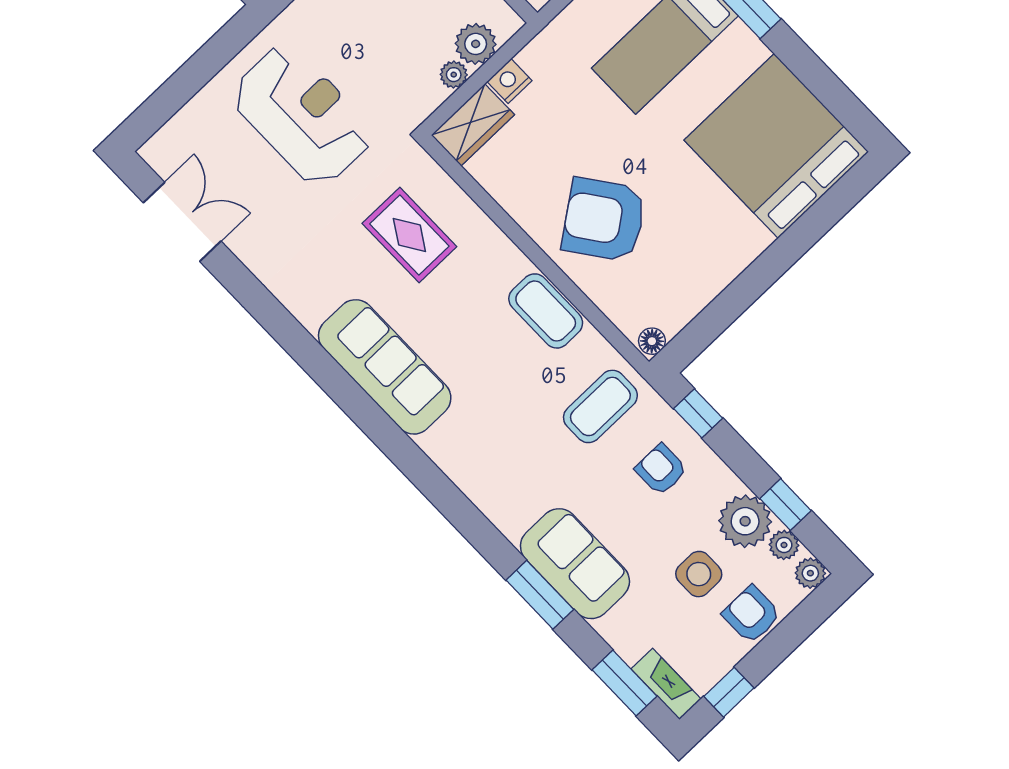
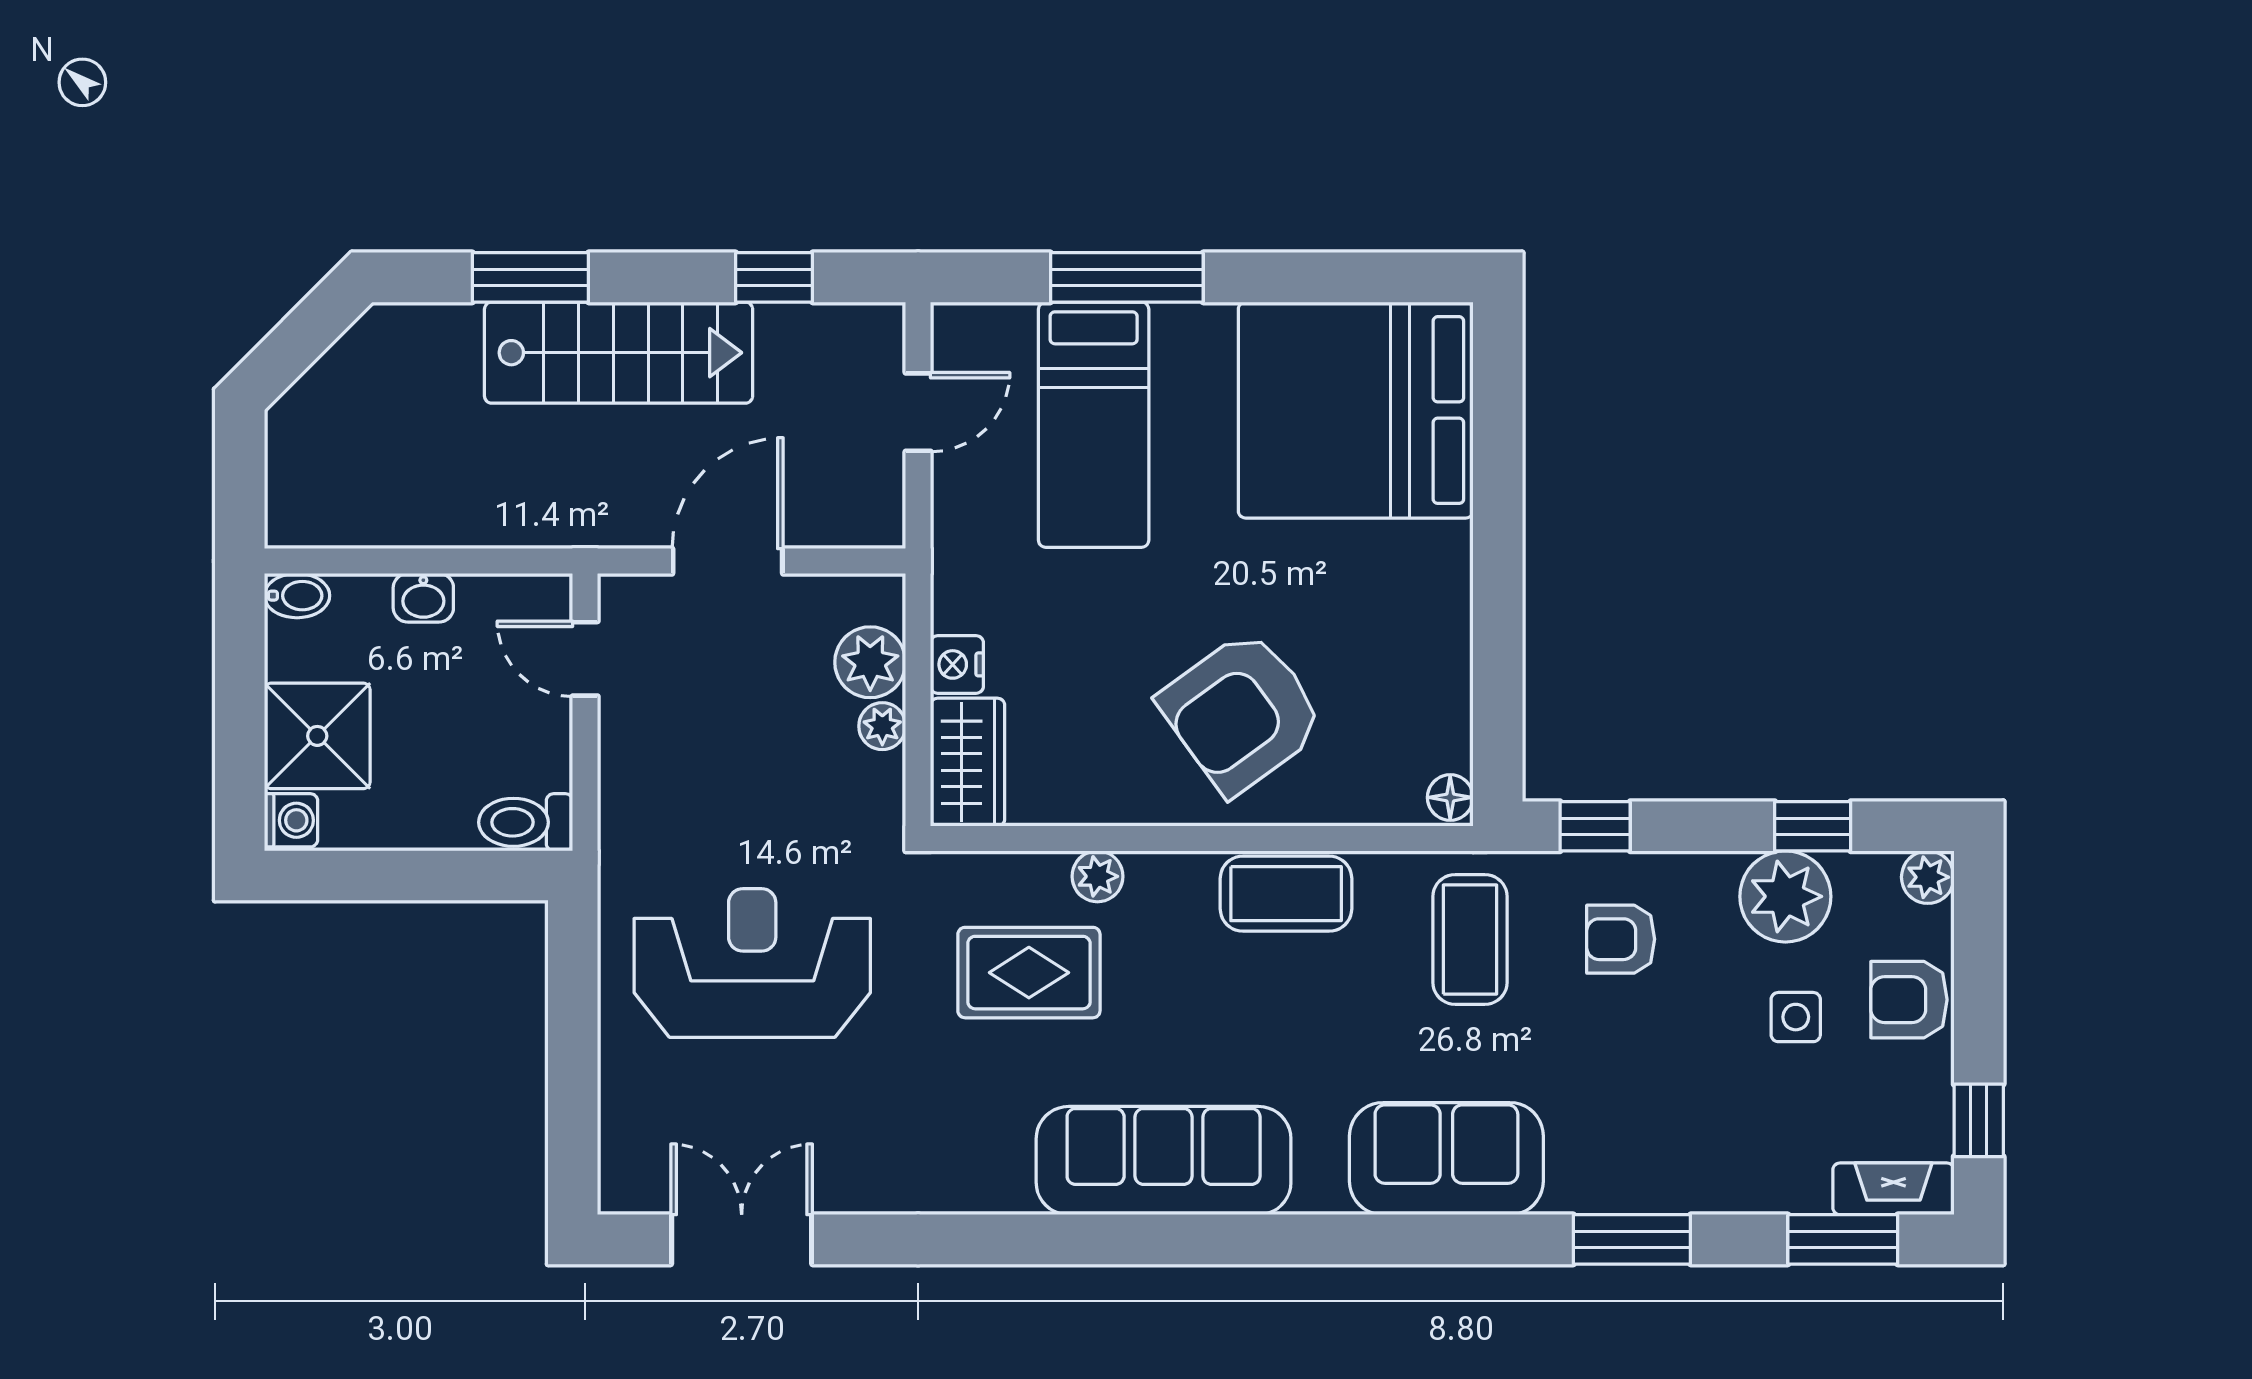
plant: (784, 545) -> (1097, 876), moved
sofa: (575, 564) -> (1446, 1159), moved
side table: (699, 574) -> (1796, 1017), width x0.73, depth x0.73

